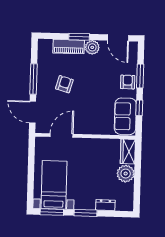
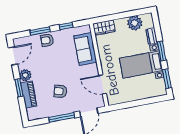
sofa: (125, 116) -> (85, 49), moved, turned 90
plant: (126, 174) -> (135, 23), moved
bed with nightstands: (54, 185) -> (141, 64), moved

